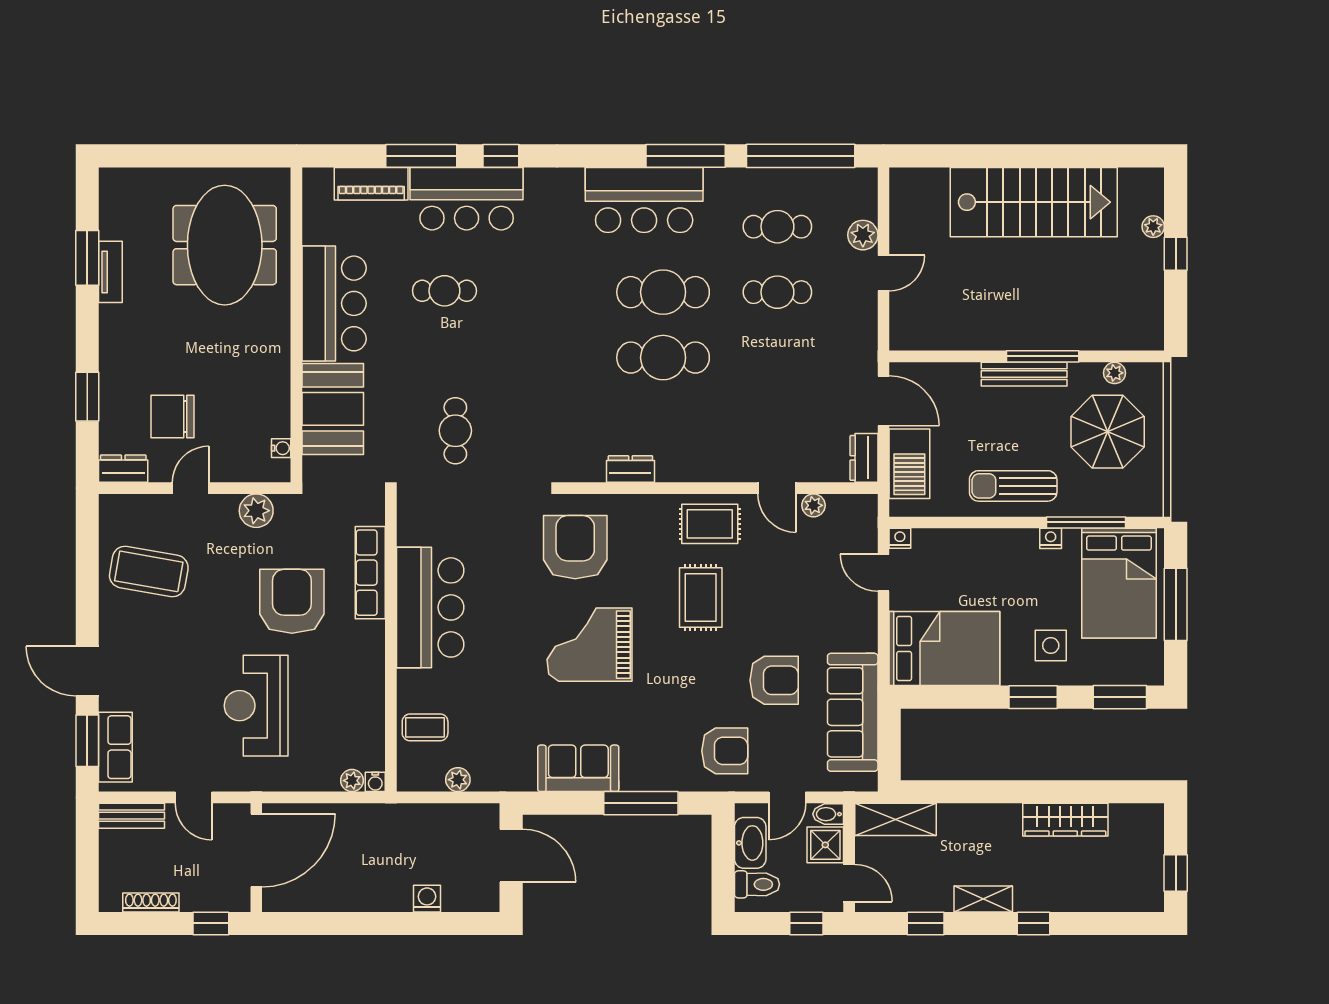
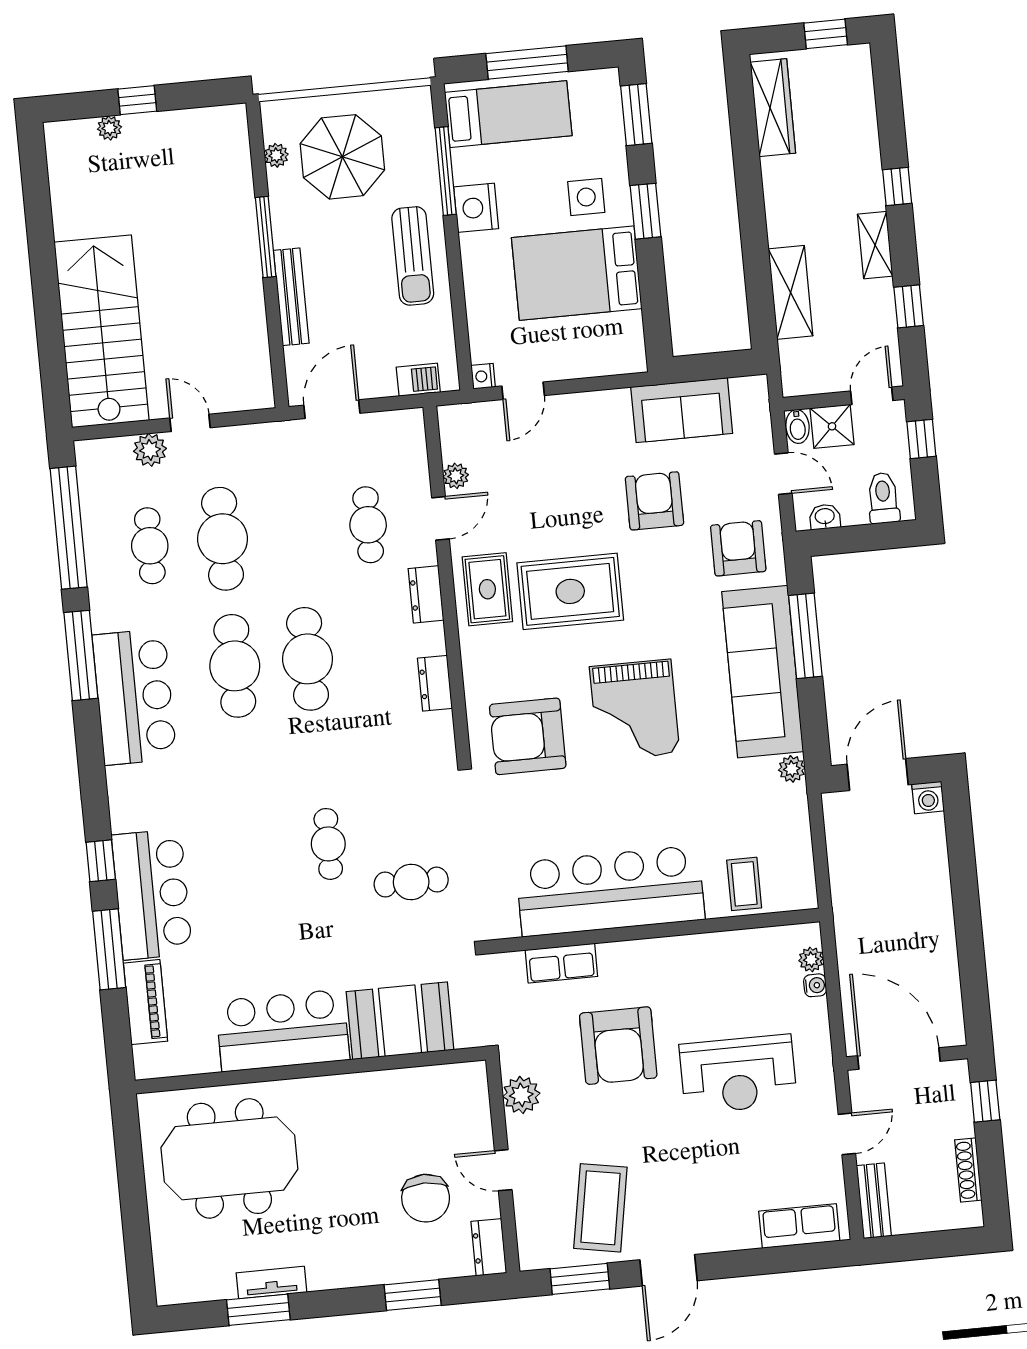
stairs: (1034, 202) -> (102, 331), moved
cafe table: (444, 291) -> (328, 844), moved
cafe table: (777, 292) -> (223, 539), width x1.37, depth x1.35
bench: (1024, 374) -> (291, 297), moved
cafe table: (777, 423) -> (368, 525), added
water cooler: (281, 448) -> (449, 1074), removed
dresser: (864, 458) -> (426, 594), moved, turned 90
barbecue: (909, 464) -> (418, 380), width x0.53, depth x0.65
nightstand: (1051, 538) -> (476, 208), width x1.89, depth x1.79
row of seats: (370, 573) -> (561, 963), width x0.68
bed: (1119, 583) -> (508, 114), width x0.67
rug: (701, 597) -> (570, 591), width x1.36, depth x1.43
armchair: (292, 601) -> (618, 1046), turned -90
bar counter: (430, 607) -> (610, 891), width x1.36
bed: (944, 649) -> (577, 273), moved, turned -90
door: (87, 671) -> (668, 1270), moved
sofa: (853, 712) -> (682, 410), width x0.73
window: (87, 741) -> (580, 1279), moved
sofa: (578, 768) -> (763, 672), width x1.85, depth x1.27
plant: (458, 780) -> (792, 769), moved
water cooler: (375, 782) -> (815, 985), moved
shelving: (895, 819) -> (791, 292), moved
wardrobe: (1065, 820) -> (773, 108), moved
washbasin: (750, 843) -> (825, 517), width x0.52, depth x0.69
washing machine: (427, 899) -> (928, 798), moved, turned -90

